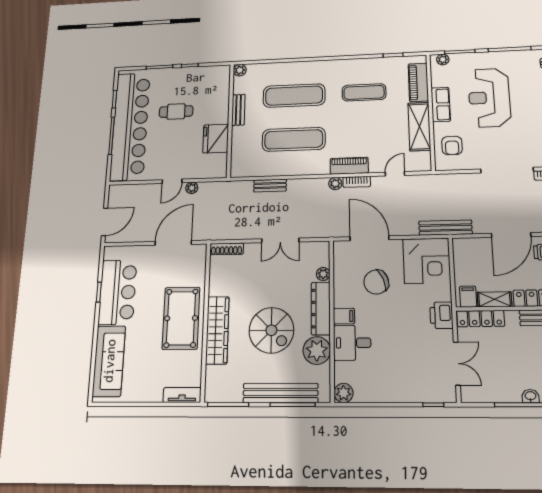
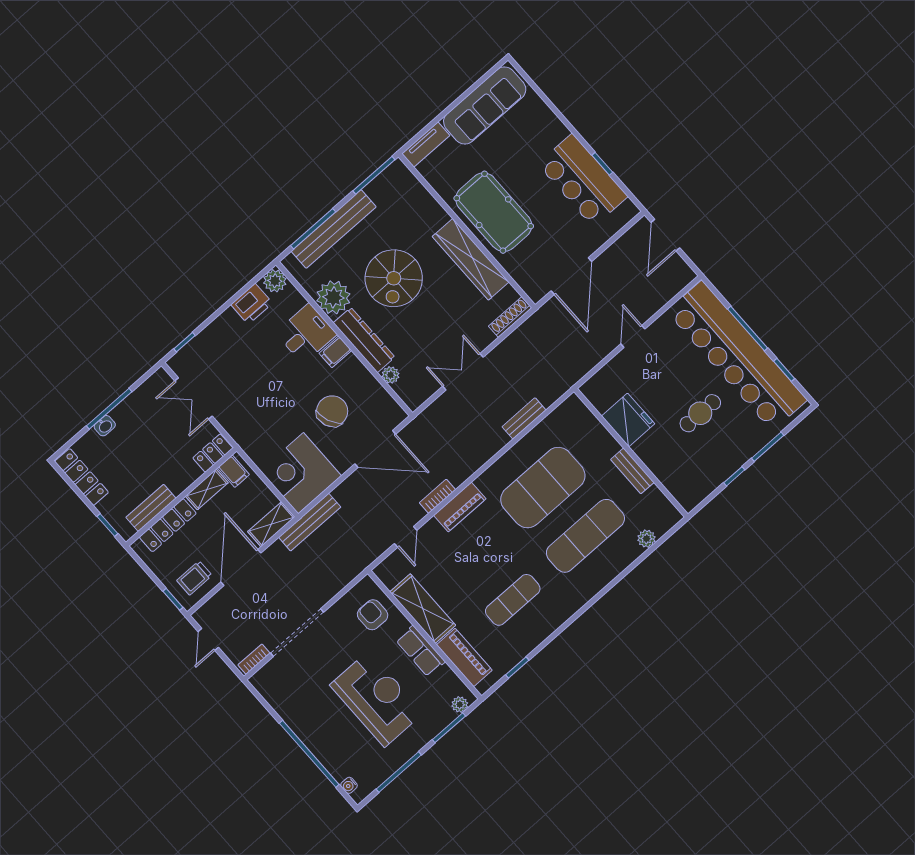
plant: (240, 70) -> (647, 539), moved
exercise mat: (294, 139) -> (543, 488), width x1.47
plant: (335, 184) -> (458, 476), removed
plant: (192, 188) -> (605, 347), removed
shelving: (470, 245) -> (271, 524), added
printer: (441, 315) -> (252, 304), moved, turned 90
locker: (481, 319) -> (213, 453), width x0.66
wardrobe: (217, 330) -> (471, 259), moved
spiral stairs: (271, 330) -> (394, 278), turned -90
sofa: (109, 361) -> (485, 105), moved, turned -90

